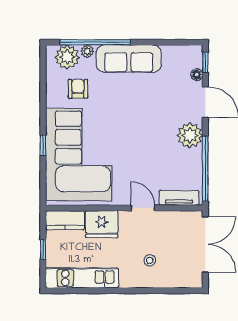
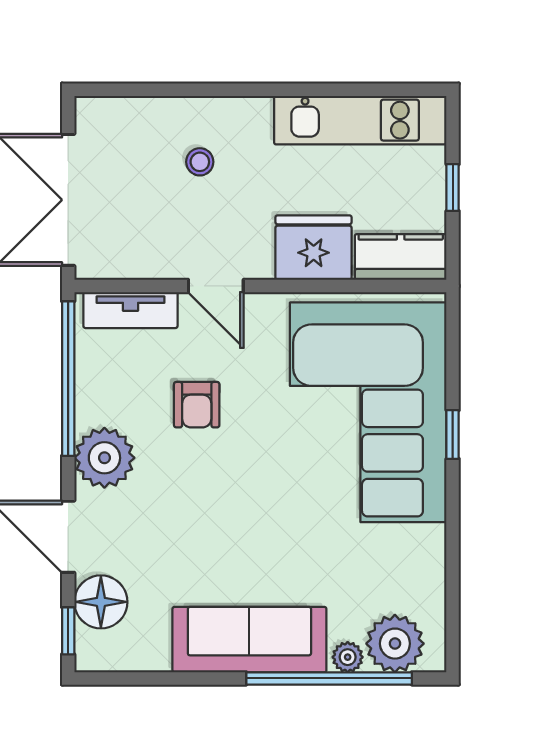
floor lamp: (197, 75) -> (101, 602), width x1.89, depth x1.89
armchair: (78, 89) -> (197, 405), moved

